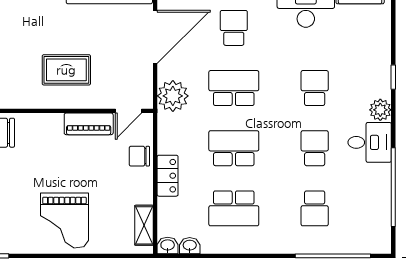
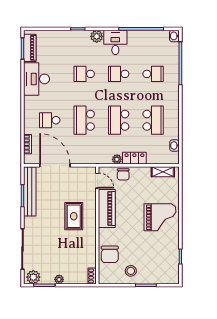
plant: (173, 96) -> (117, 159), moved, width x0.53, depth x0.53
piano: (89, 124) -> (107, 209), width x1.37, depth x1.33
washbasin: (168, 245) -> (174, 36), moved

